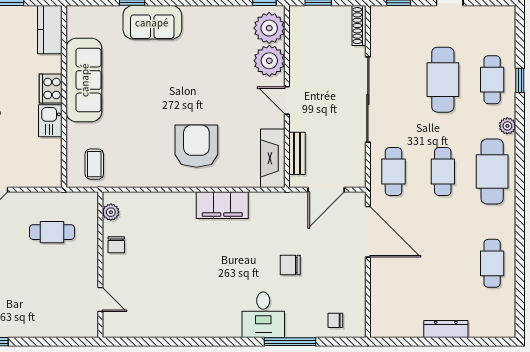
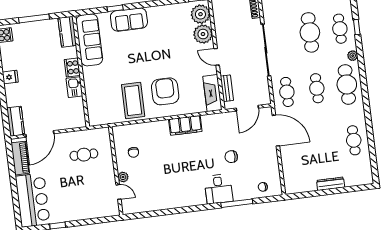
sofa: (84, 80) -> (89, 40), moved
coffee table: (94, 164) -> (133, 100), moved, width x1.86, depth x1.72
plant: (111, 212) -> (123, 177), moved
chair: (116, 245) -> (133, 152), moved

